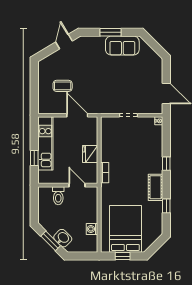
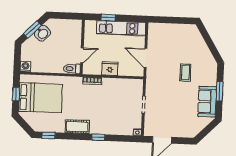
door: (64, 41) -> (213, 49), removed
coffee table: (63, 86) -> (185, 73), moved
door: (77, 115) -> (145, 58), swing flipped
toilet: (58, 196) -> (72, 69), moved
window: (166, 206) -> (49, 135), moved
washing machine: (92, 229) -> (25, 67), moved
washbasin: (63, 238) -> (42, 33), moved

